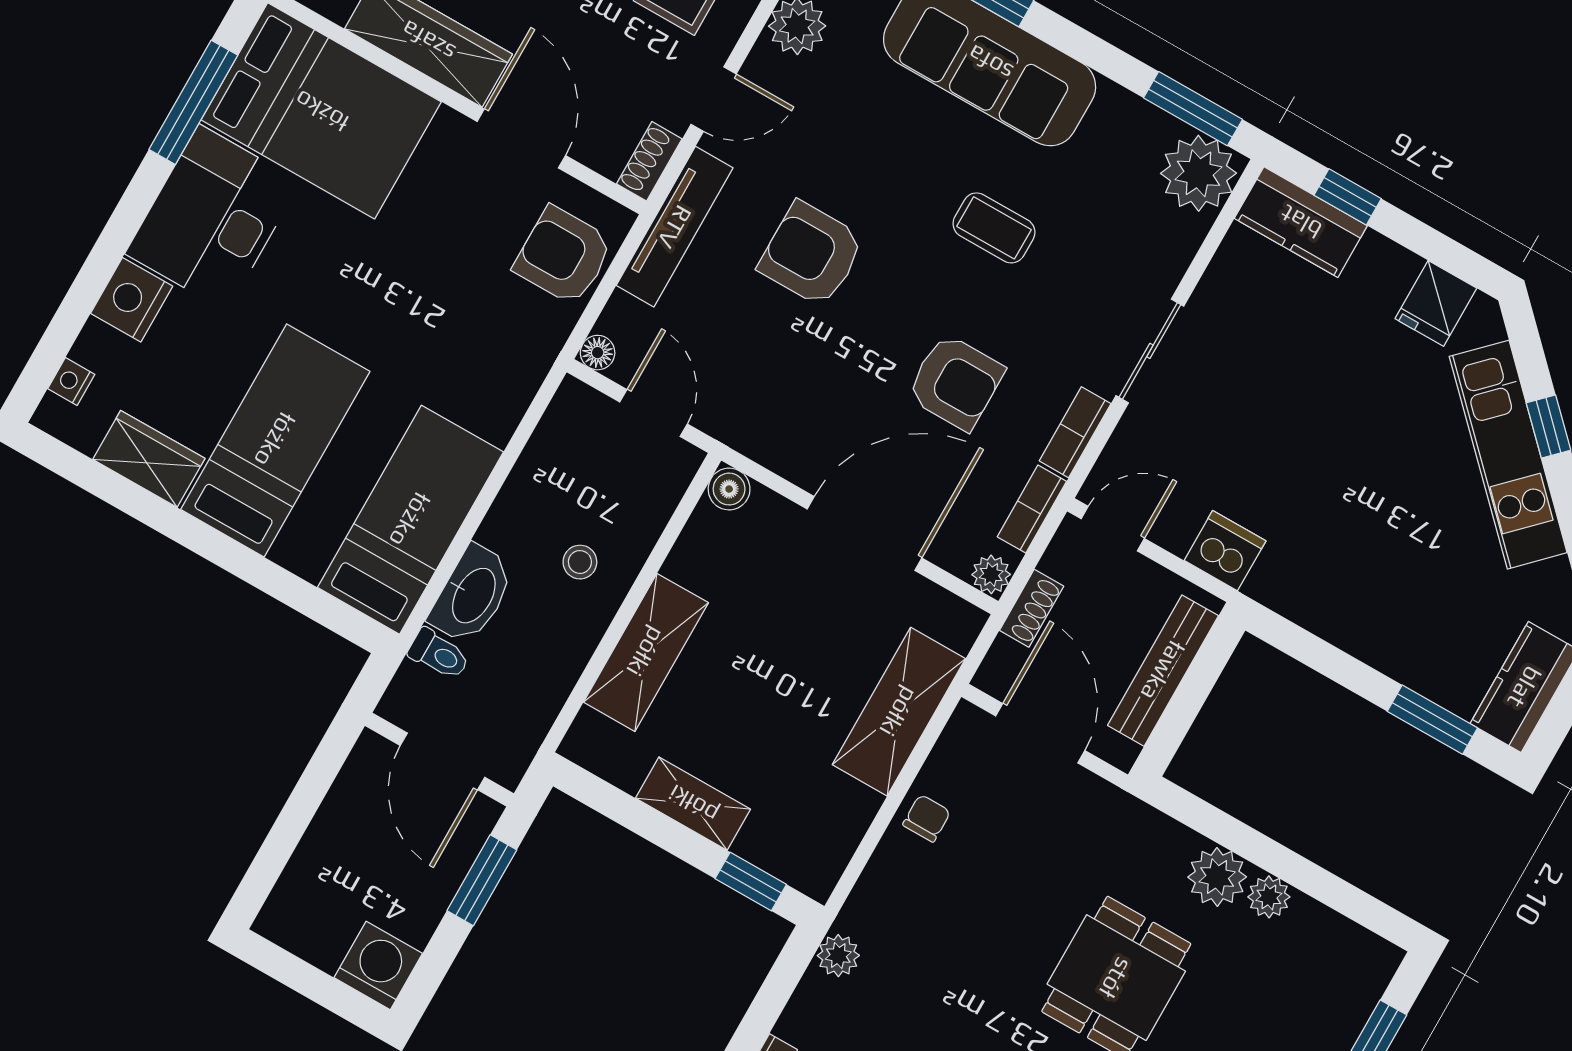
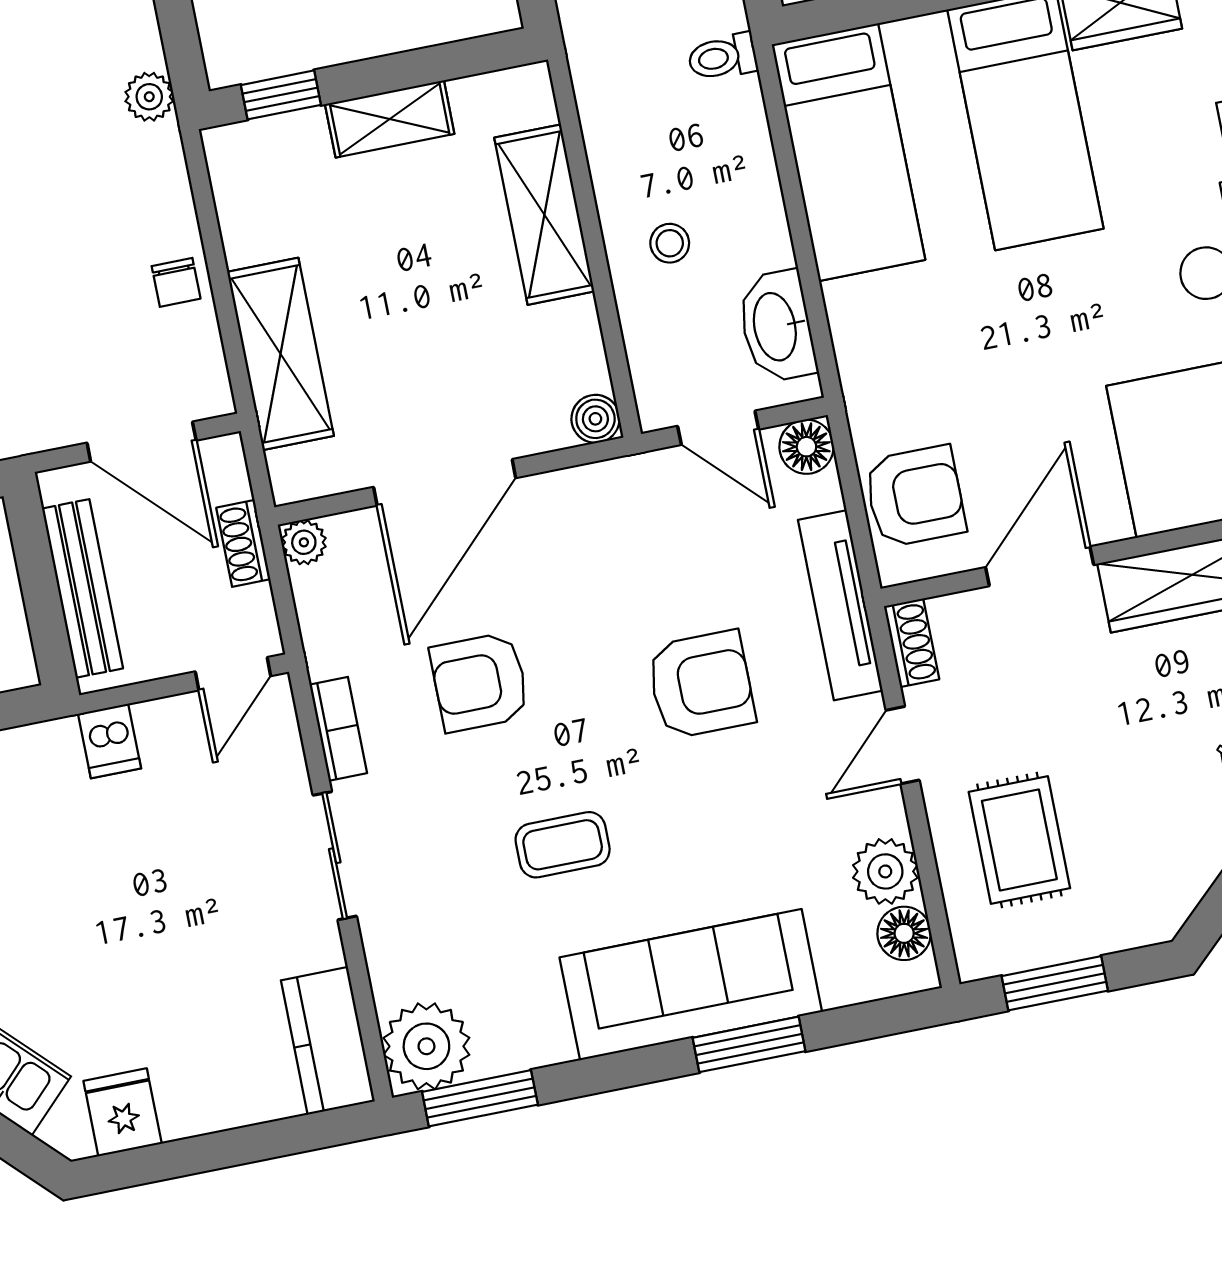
door: (521, 139) -> (1040, 566), swing flipped
window: (1348, 197) -> (279, 1138), removed
kitchen counter: (1301, 222) -> (328, 1041), moved, turned -90
floor lamp: (598, 353) -> (806, 447), width x1.37, depth x1.37
bookcase: (1032, 509) -> (318, 630), removed
dishwasher: (1225, 551) -> (110, 741), width x0.73
washbasin: (472, 595) -> (777, 326), moved

